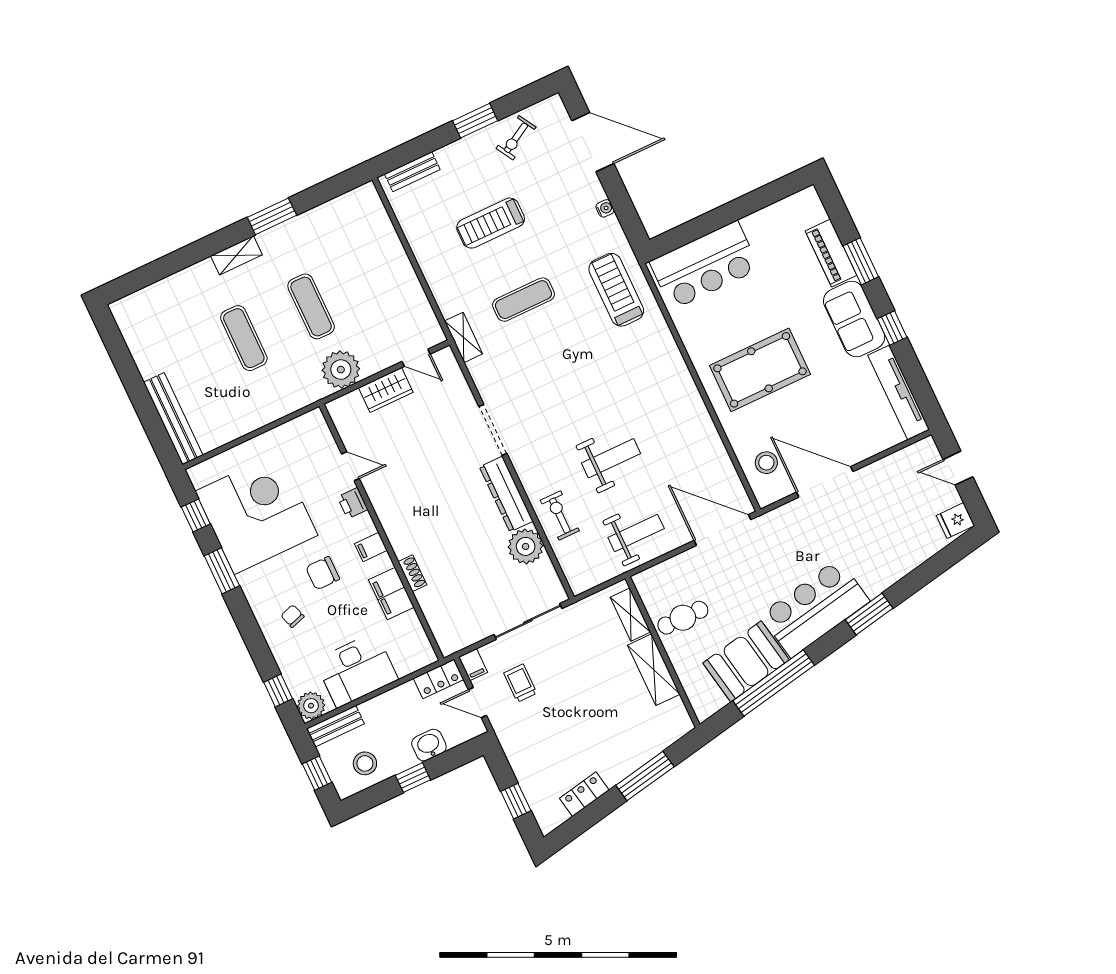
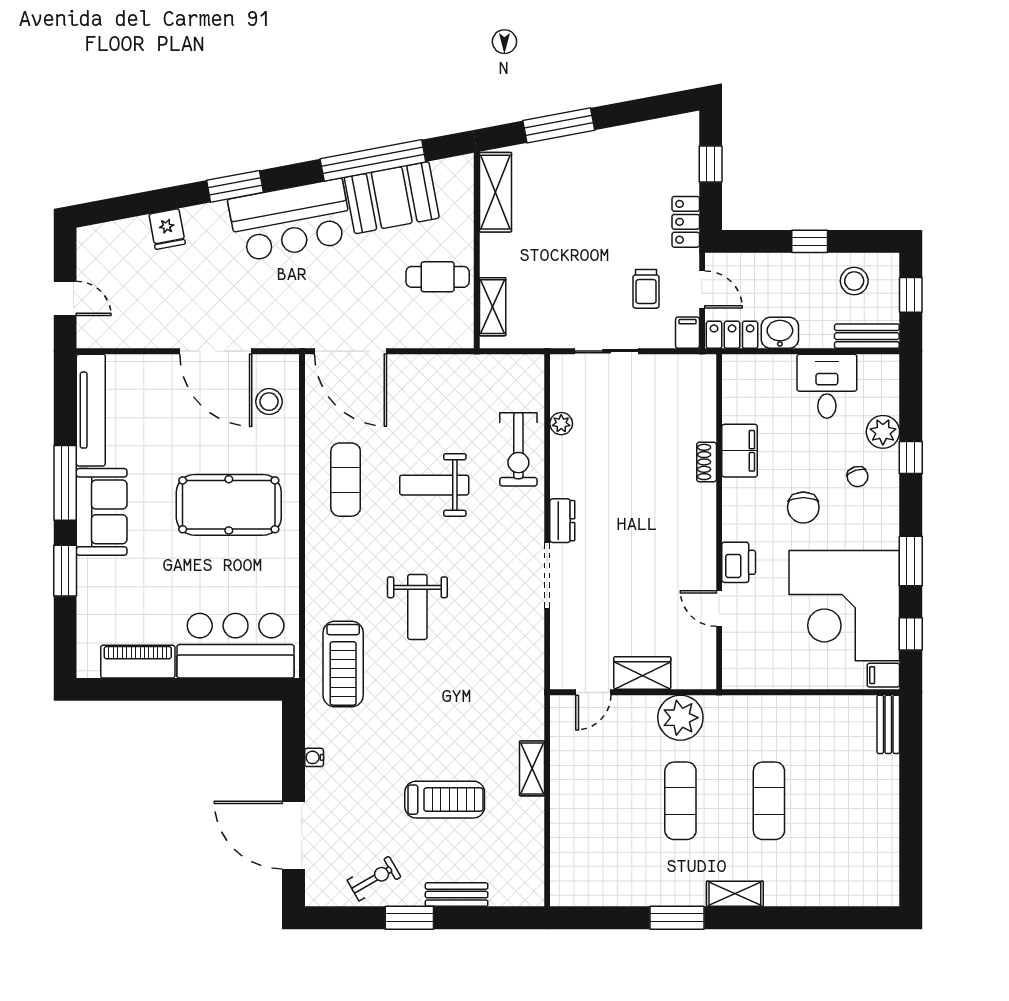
bench: (412, 172) -> (457, 895), moved
piano: (831, 253) -> (138, 662), moved, turned -90
exercise mat: (523, 300) -> (346, 480), moved, turned 90
window: (892, 328) -> (65, 483), width x2.17
shelving: (463, 337) -> (532, 768), moved
door: (416, 358) -> (593, 692), swing flipped
bench: (173, 419) -> (888, 724), width x0.54, depth x0.82
dresser: (506, 494) -> (562, 521), width x0.51, depth x0.80
printer: (353, 503) -> (739, 562), width x1.36, depth x1.24
exercise bike: (560, 516) -> (518, 449), width x1.38, depth x1.39
fridge: (955, 521) -> (167, 229), moved, turned 79
weight bench: (636, 533) -> (417, 607), moved, turned -90
plant: (526, 546) -> (561, 424), width x0.53, depth x0.53
filing cabinet: (371, 547) -> (883, 675), moved, turned 180
chair: (323, 573) -> (803, 507), turned 90
sliding door: (528, 621) -> (606, 351), width x0.73
desk: (356, 670) -> (827, 386), width x0.73
shelving: (654, 670) -> (495, 192), moved
window: (278, 691) -> (911, 457), moved
plant: (311, 706) -> (883, 432), moved
washbasin: (429, 745) -> (780, 333), moved, turned 180
locker: (584, 794) -> (686, 222), moved, turned 101

